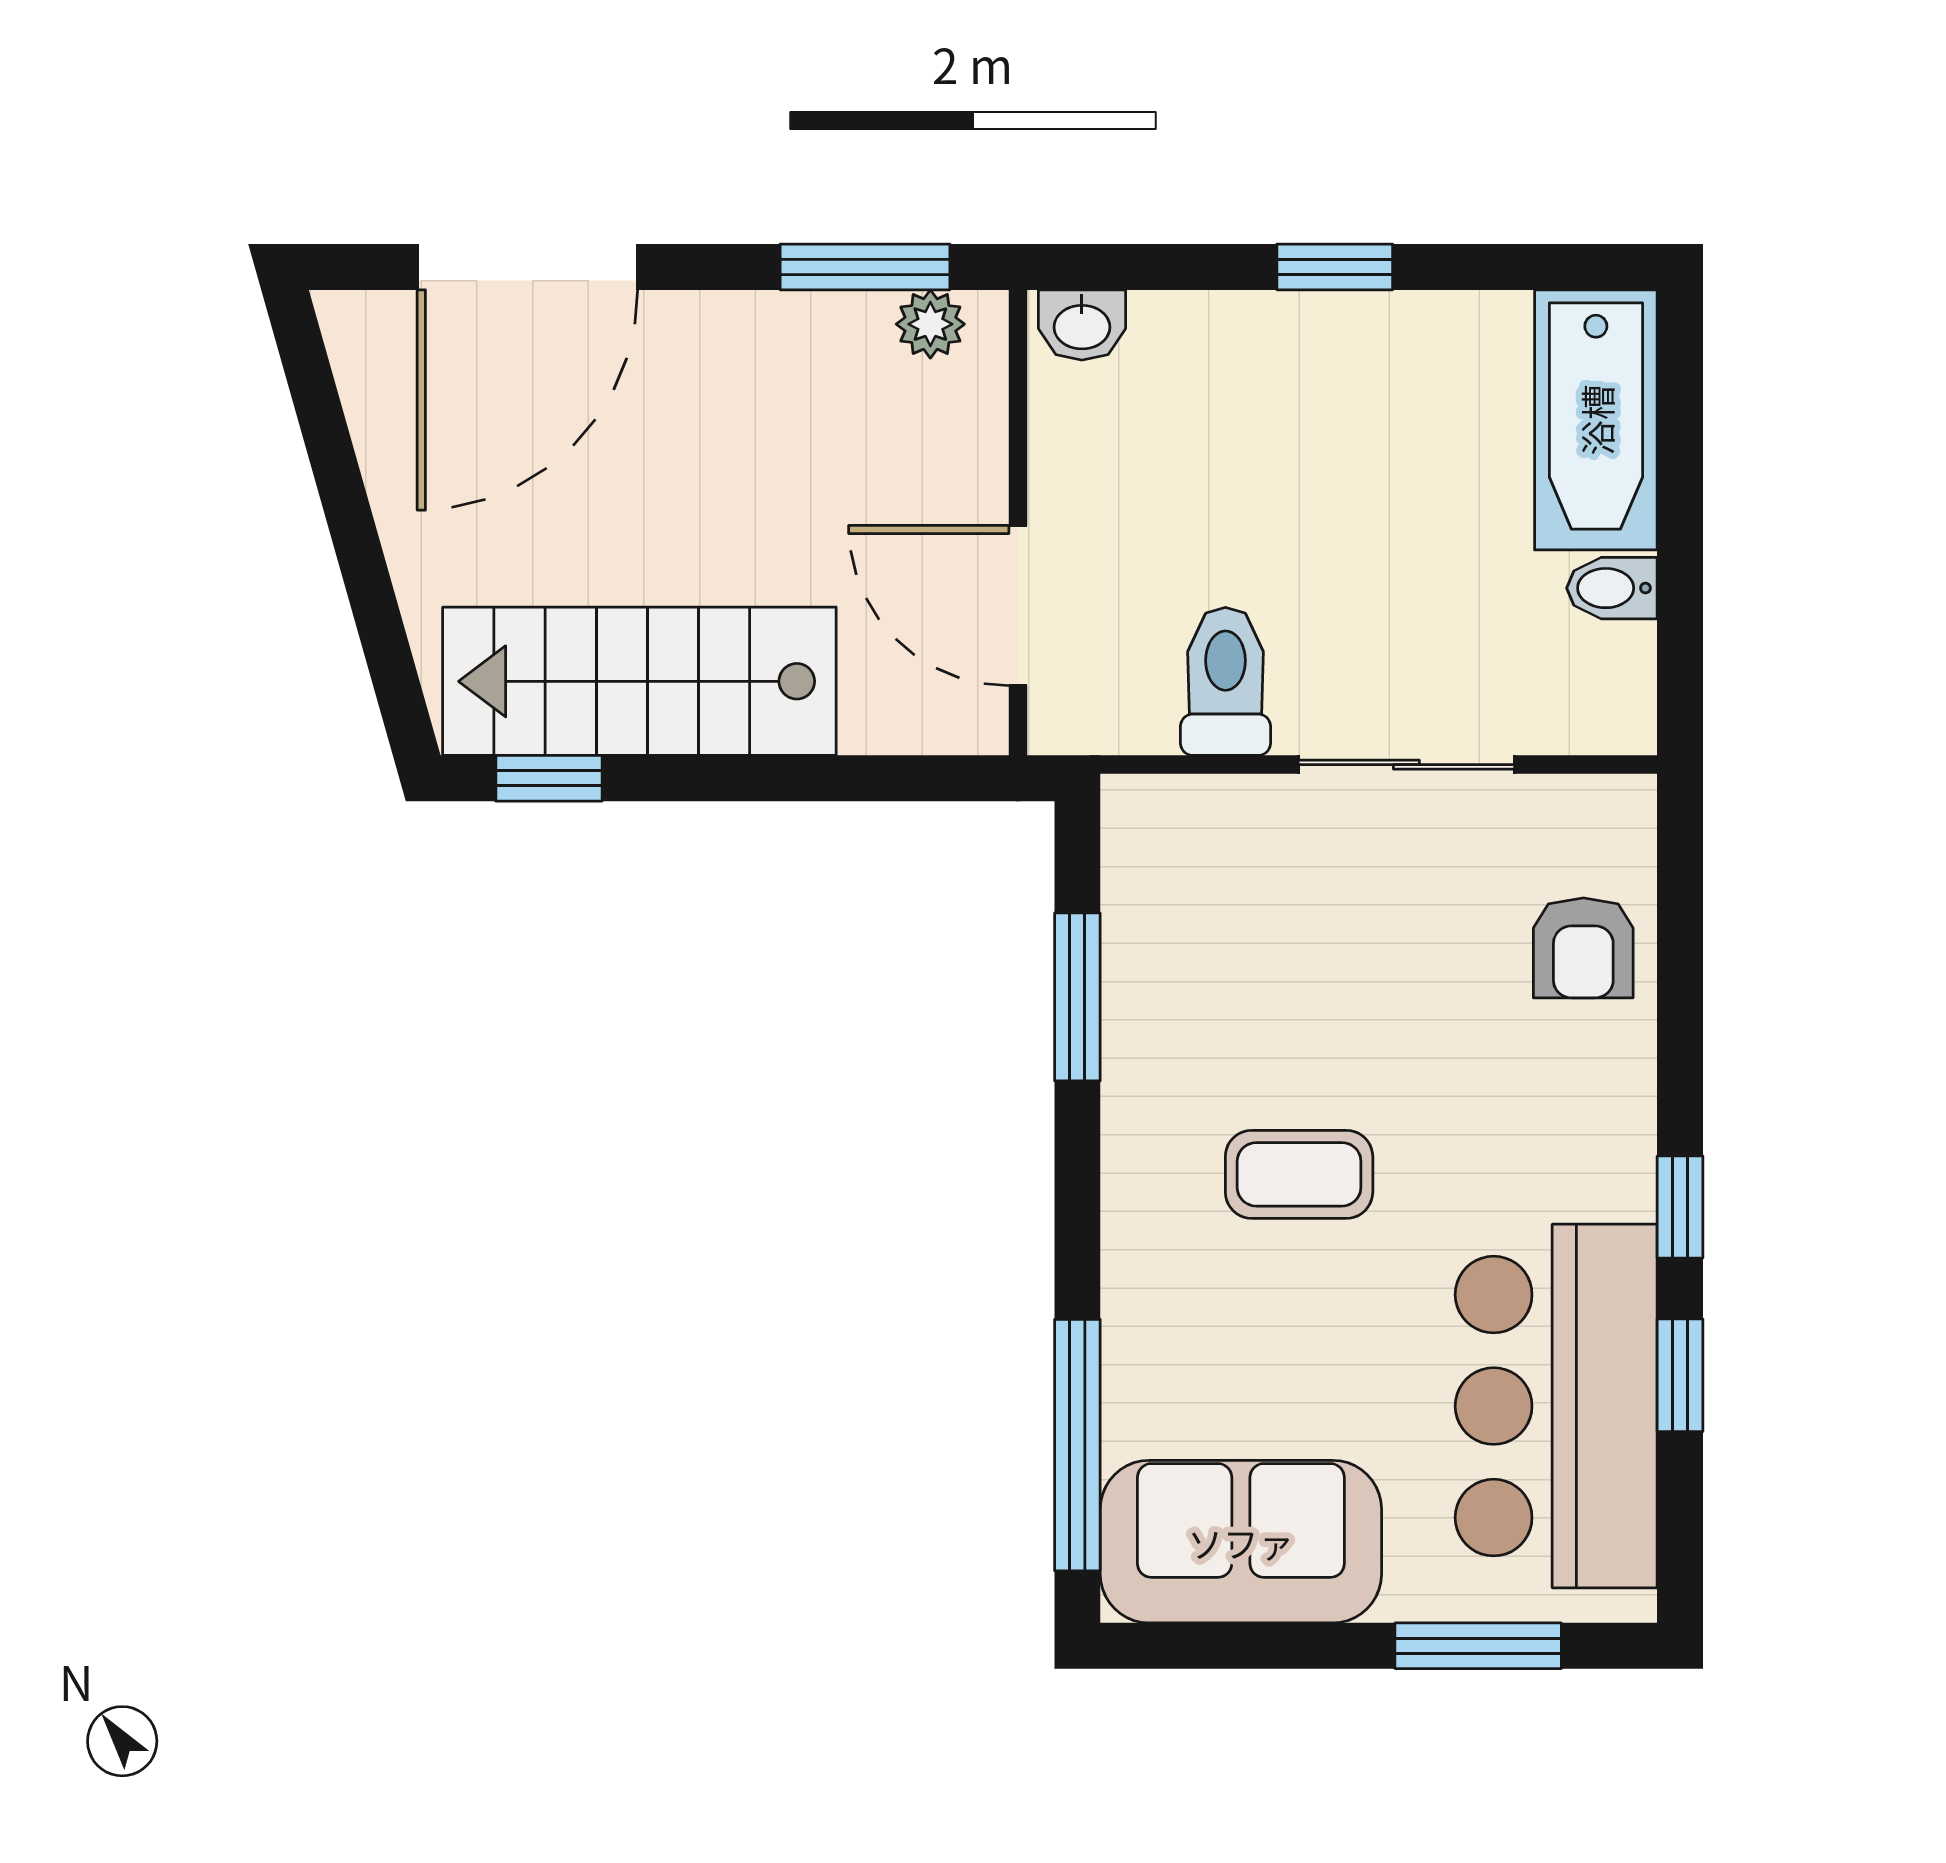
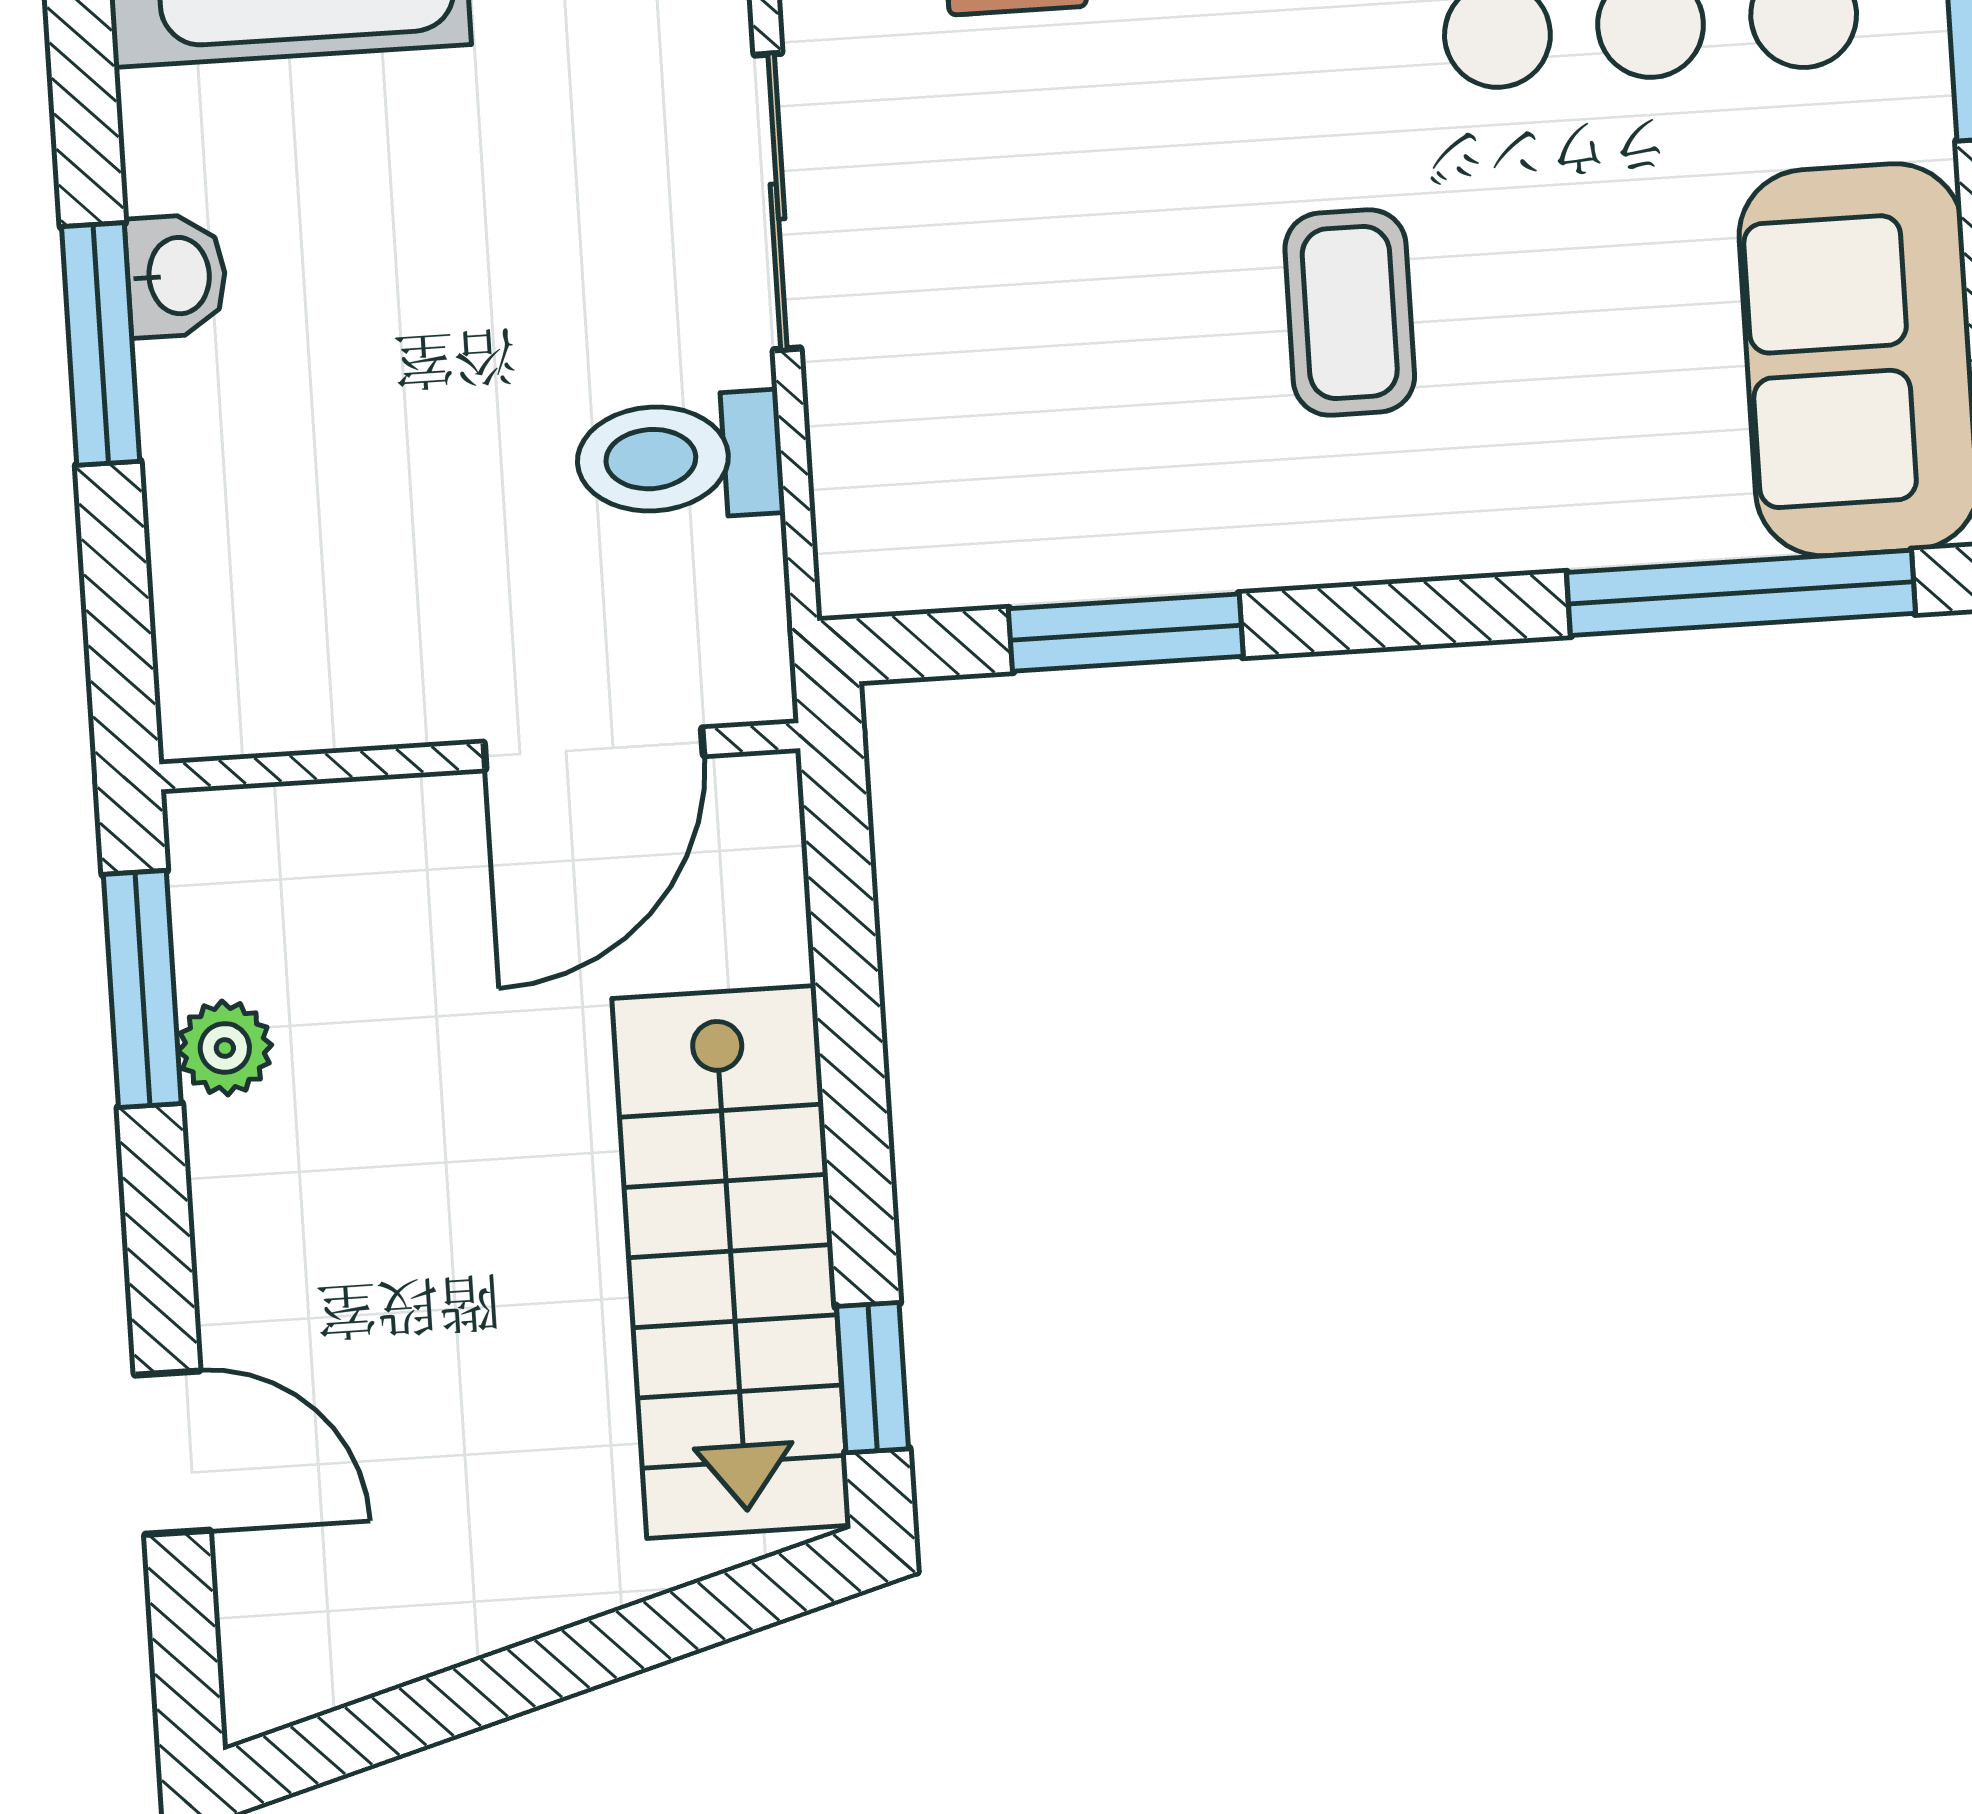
door: (527, 267) -> (172, 1453), width x0.53
window: (1335, 267) -> (101, 344), width x1.50
plant: (930, 324) -> (225, 1048), moved
washbasin: (1082, 325) -> (176, 276), moved

